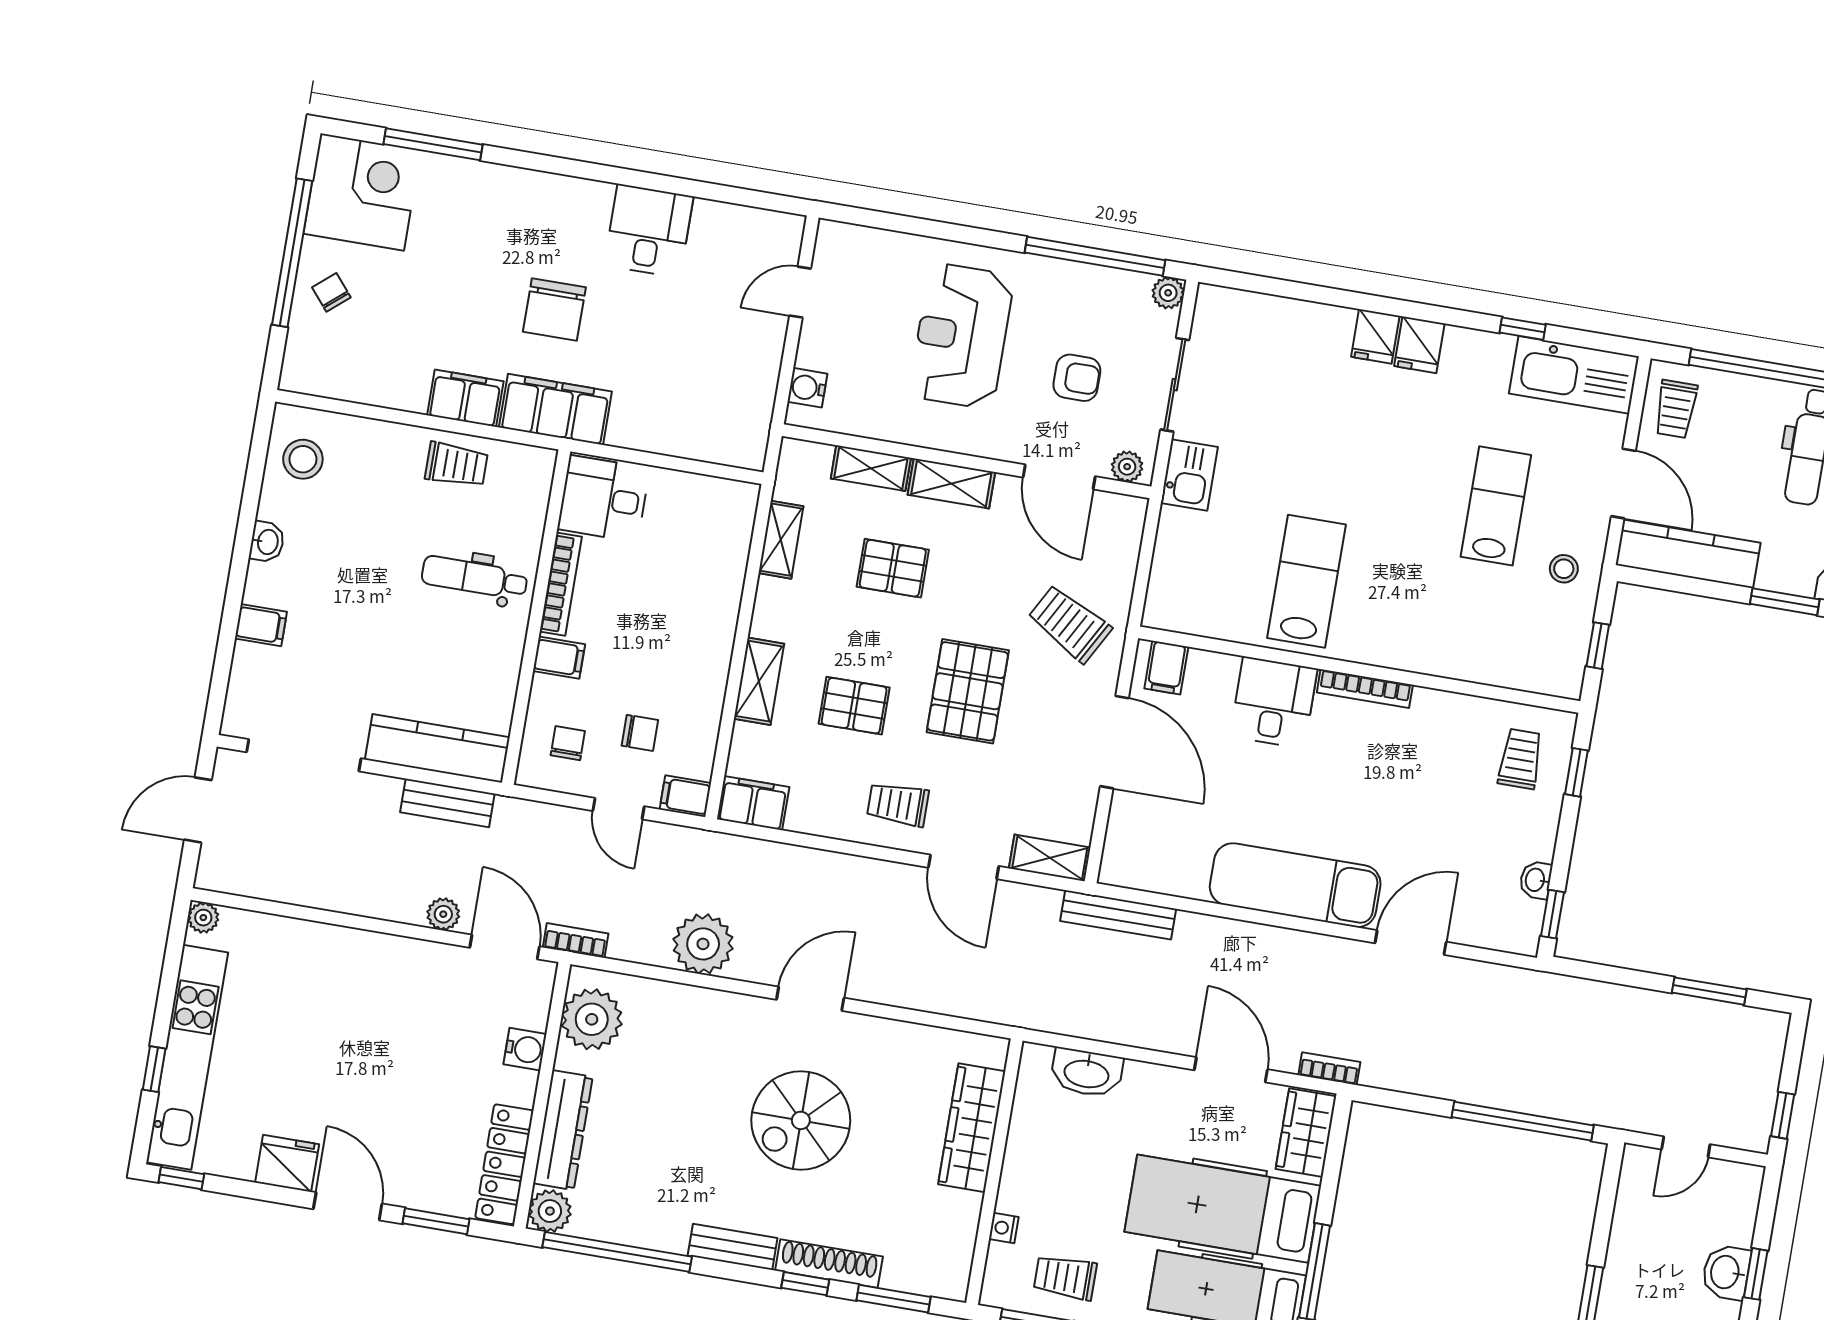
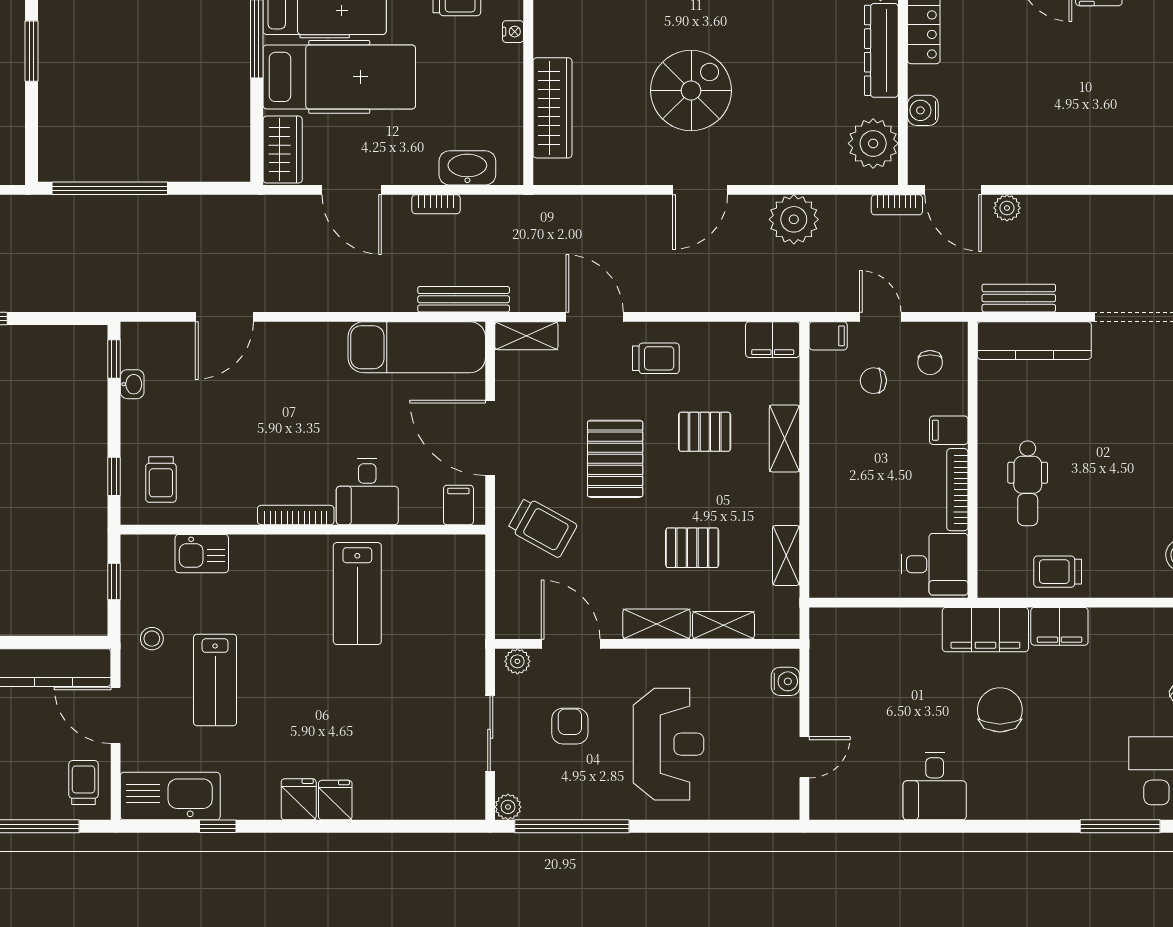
armchair: (1077, 378) -> (570, 726), turned 90
kitchen sink: (1189, 475) -> (202, 554), moved, turned -90
dental chair: (475, 577) -> (1028, 483), turned 90
exam couch: (1295, 885) -> (417, 347), moved
bookcase: (1329, 1069) -> (436, 204), moved

